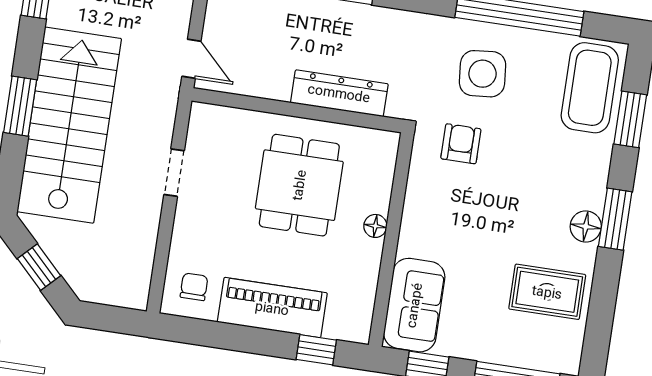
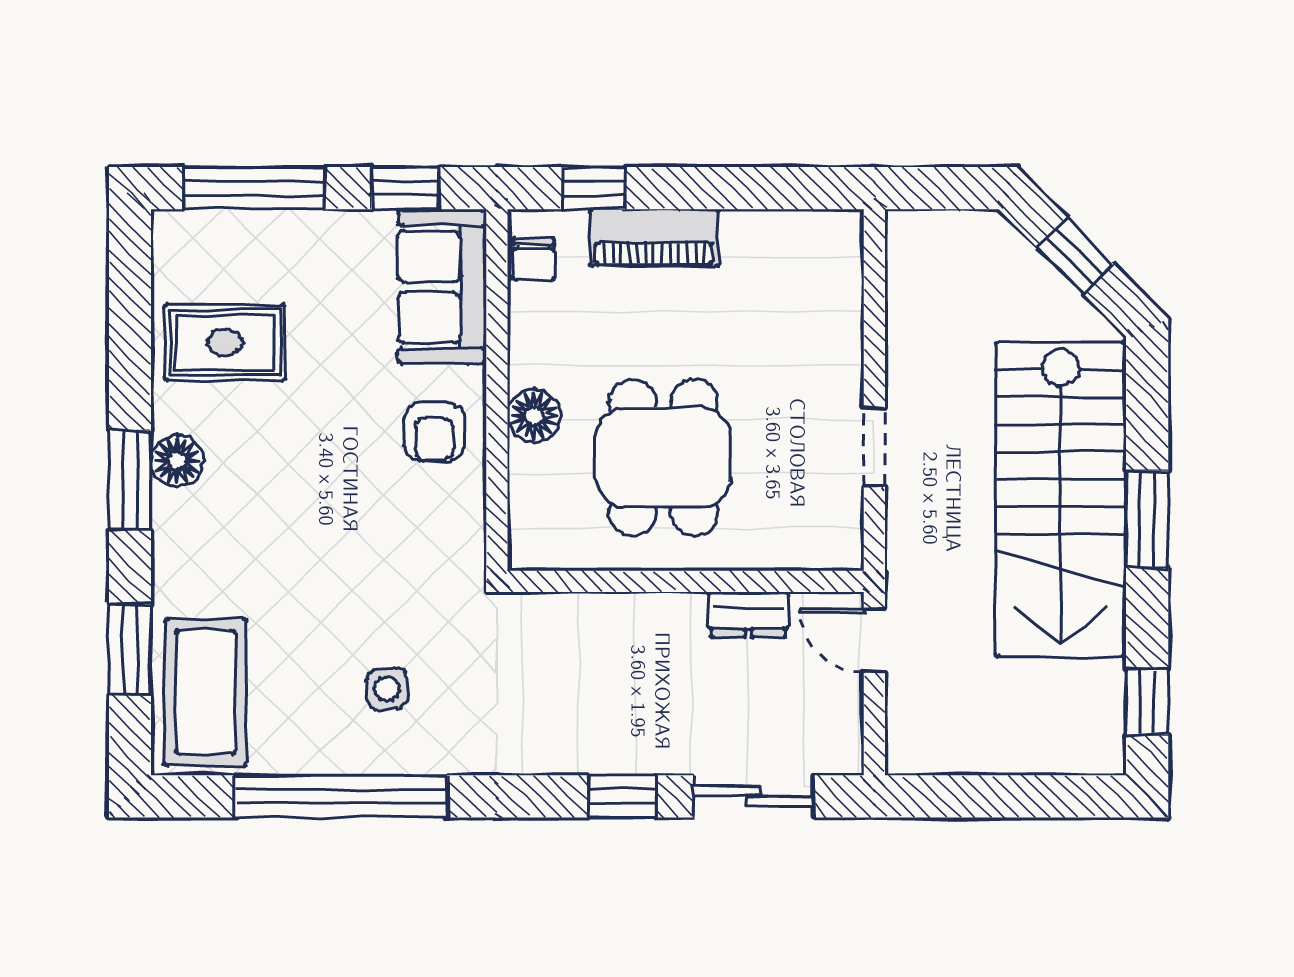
side table: (483, 74) -> (387, 689), width x0.54, depth x0.54
dresser: (339, 93) -> (749, 614), moved, width x0.51, depth x0.80
armchair: (461, 144) -> (434, 432), moved
floor lamp: (375, 226) -> (534, 416), width x1.37, depth x1.37
chair: (194, 287) -> (533, 259), moved
piano: (272, 308) -> (654, 238), width x0.73, depth x0.75

